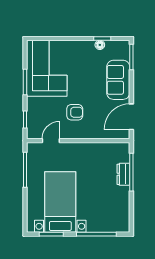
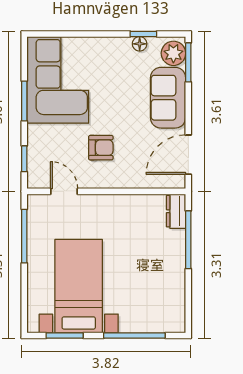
plant: (122, 51) -> (173, 53), added
door: (51, 141) -> (64, 191), hinge flipped
dresser: (123, 174) -> (176, 211), moved

